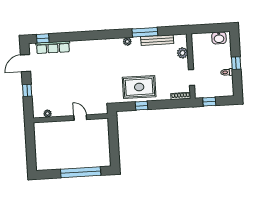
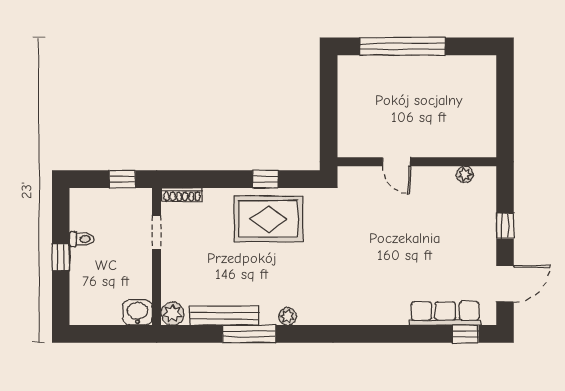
washbasin: (219, 38) -> (137, 313), moved
plant: (182, 53) -> (172, 314), moved

